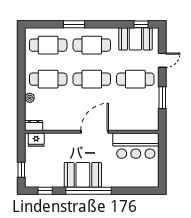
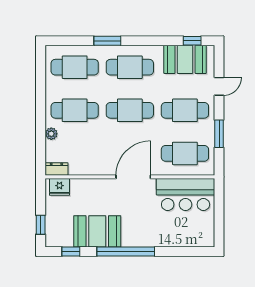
cafe table: (135, 113) -> (185, 153), added
booth: (83, 175) -> (97, 231), moved

